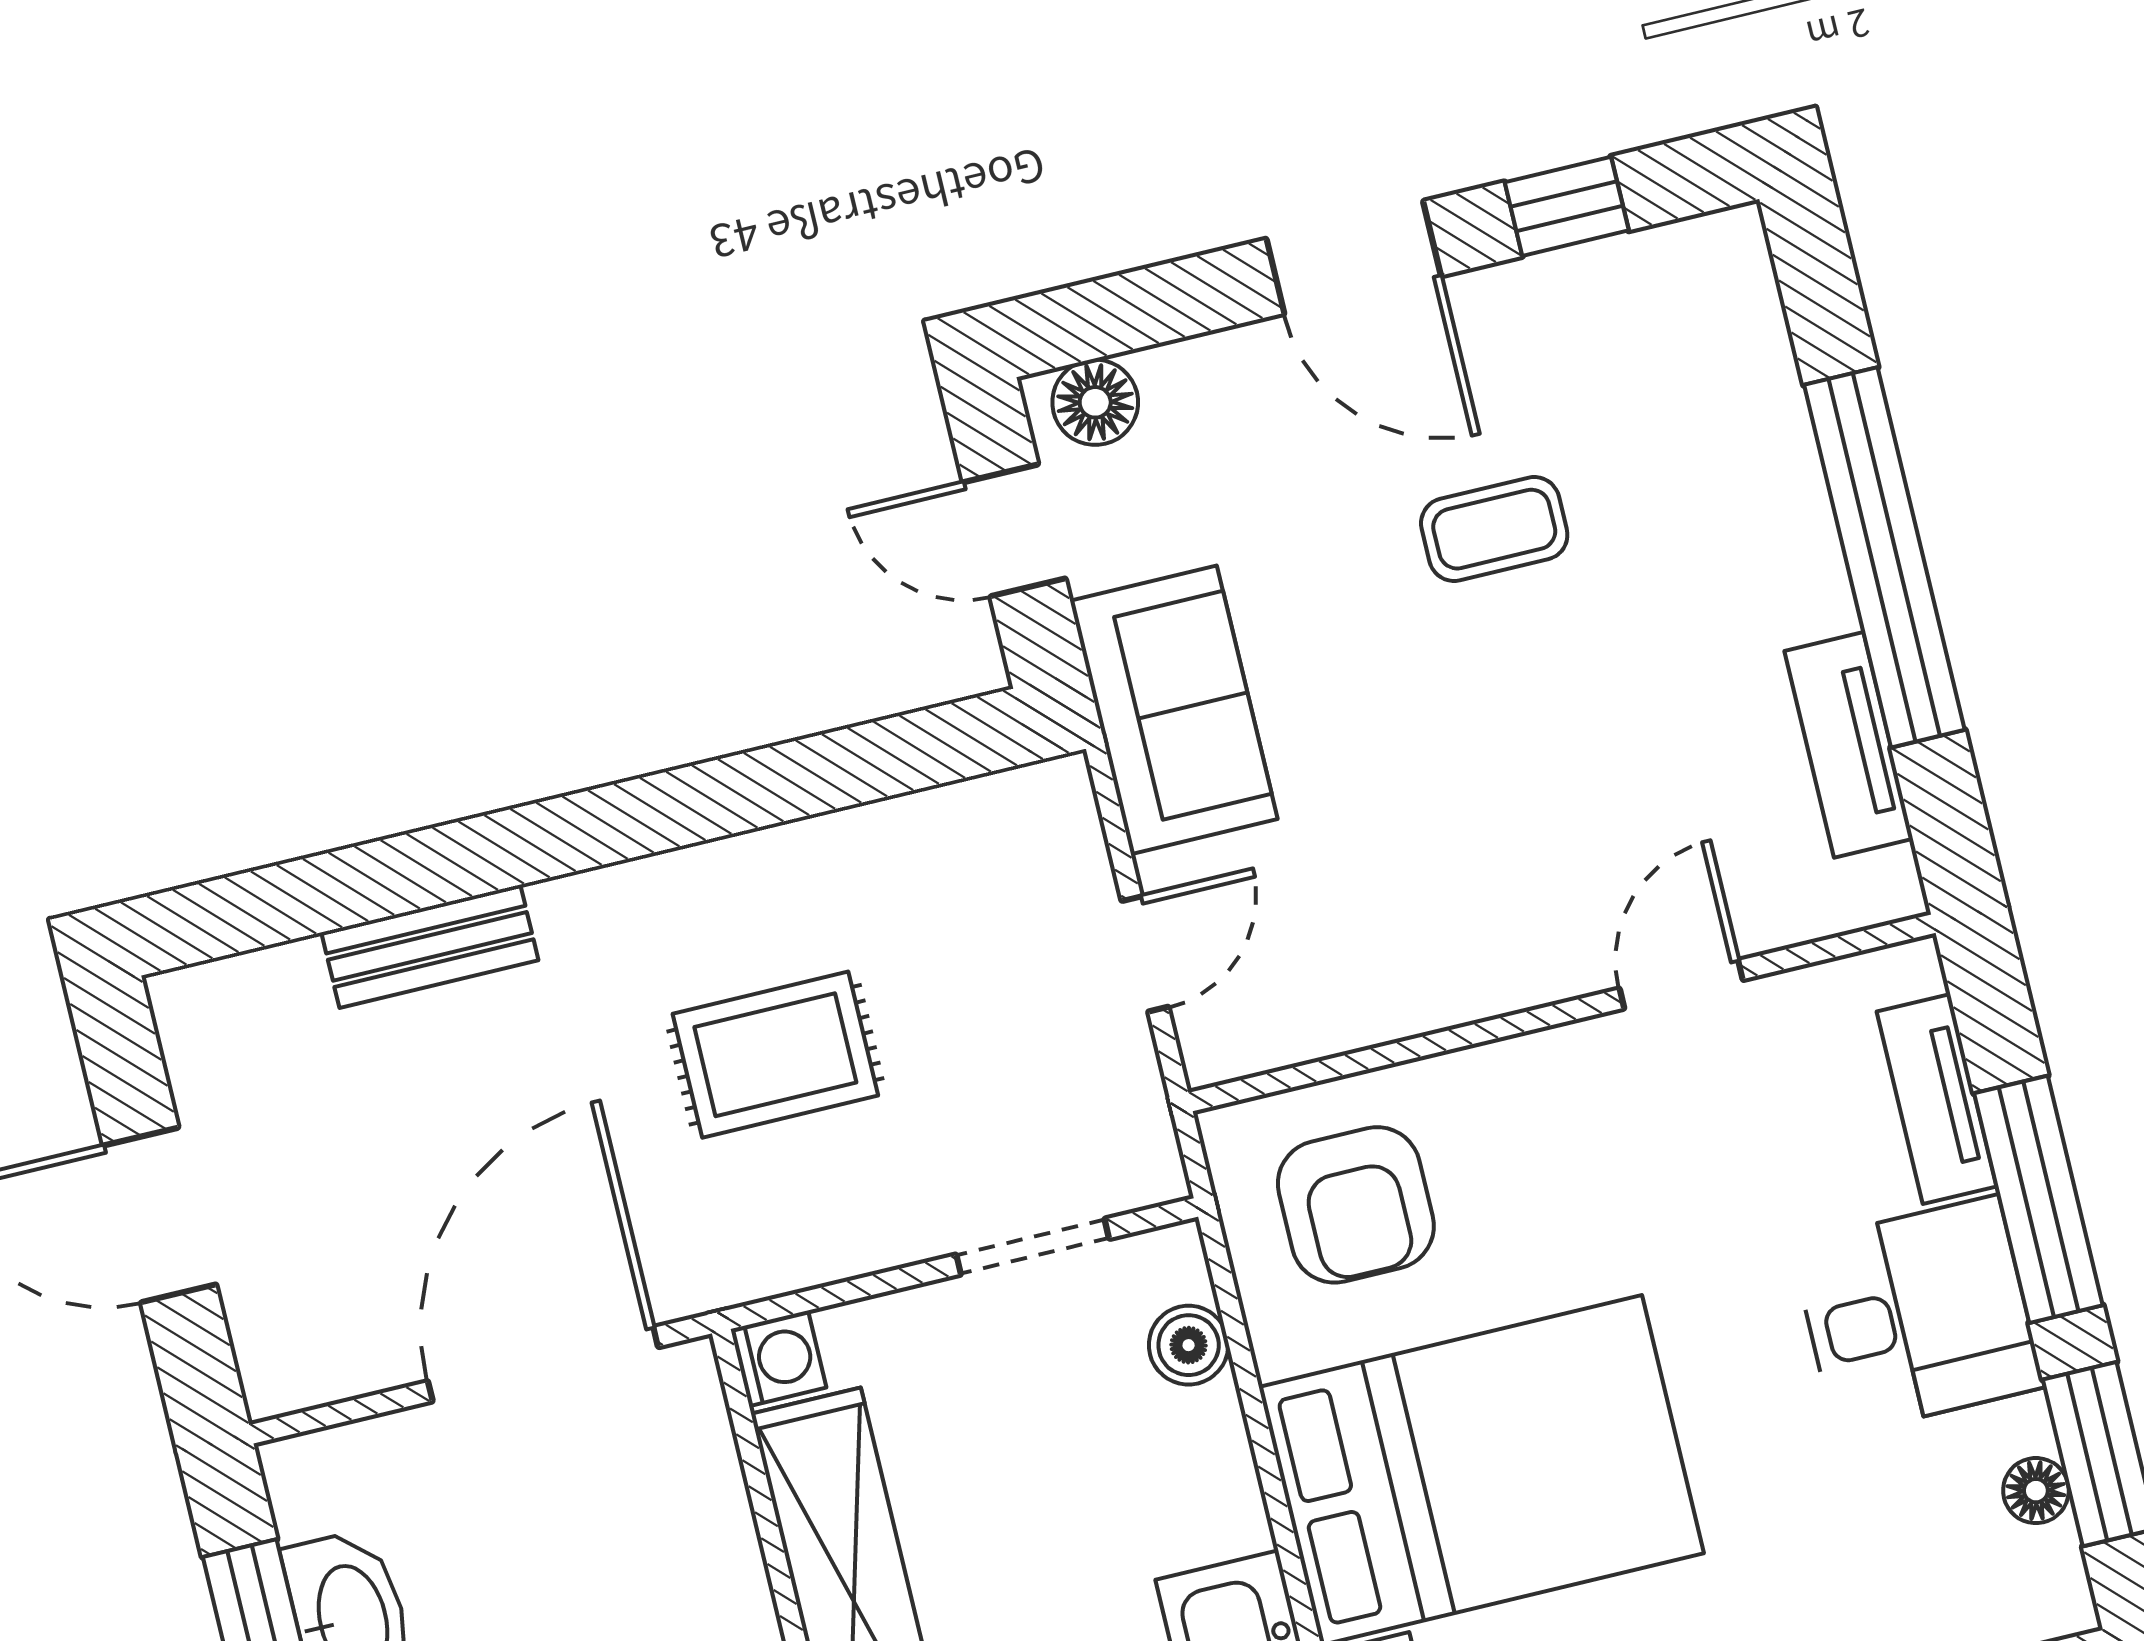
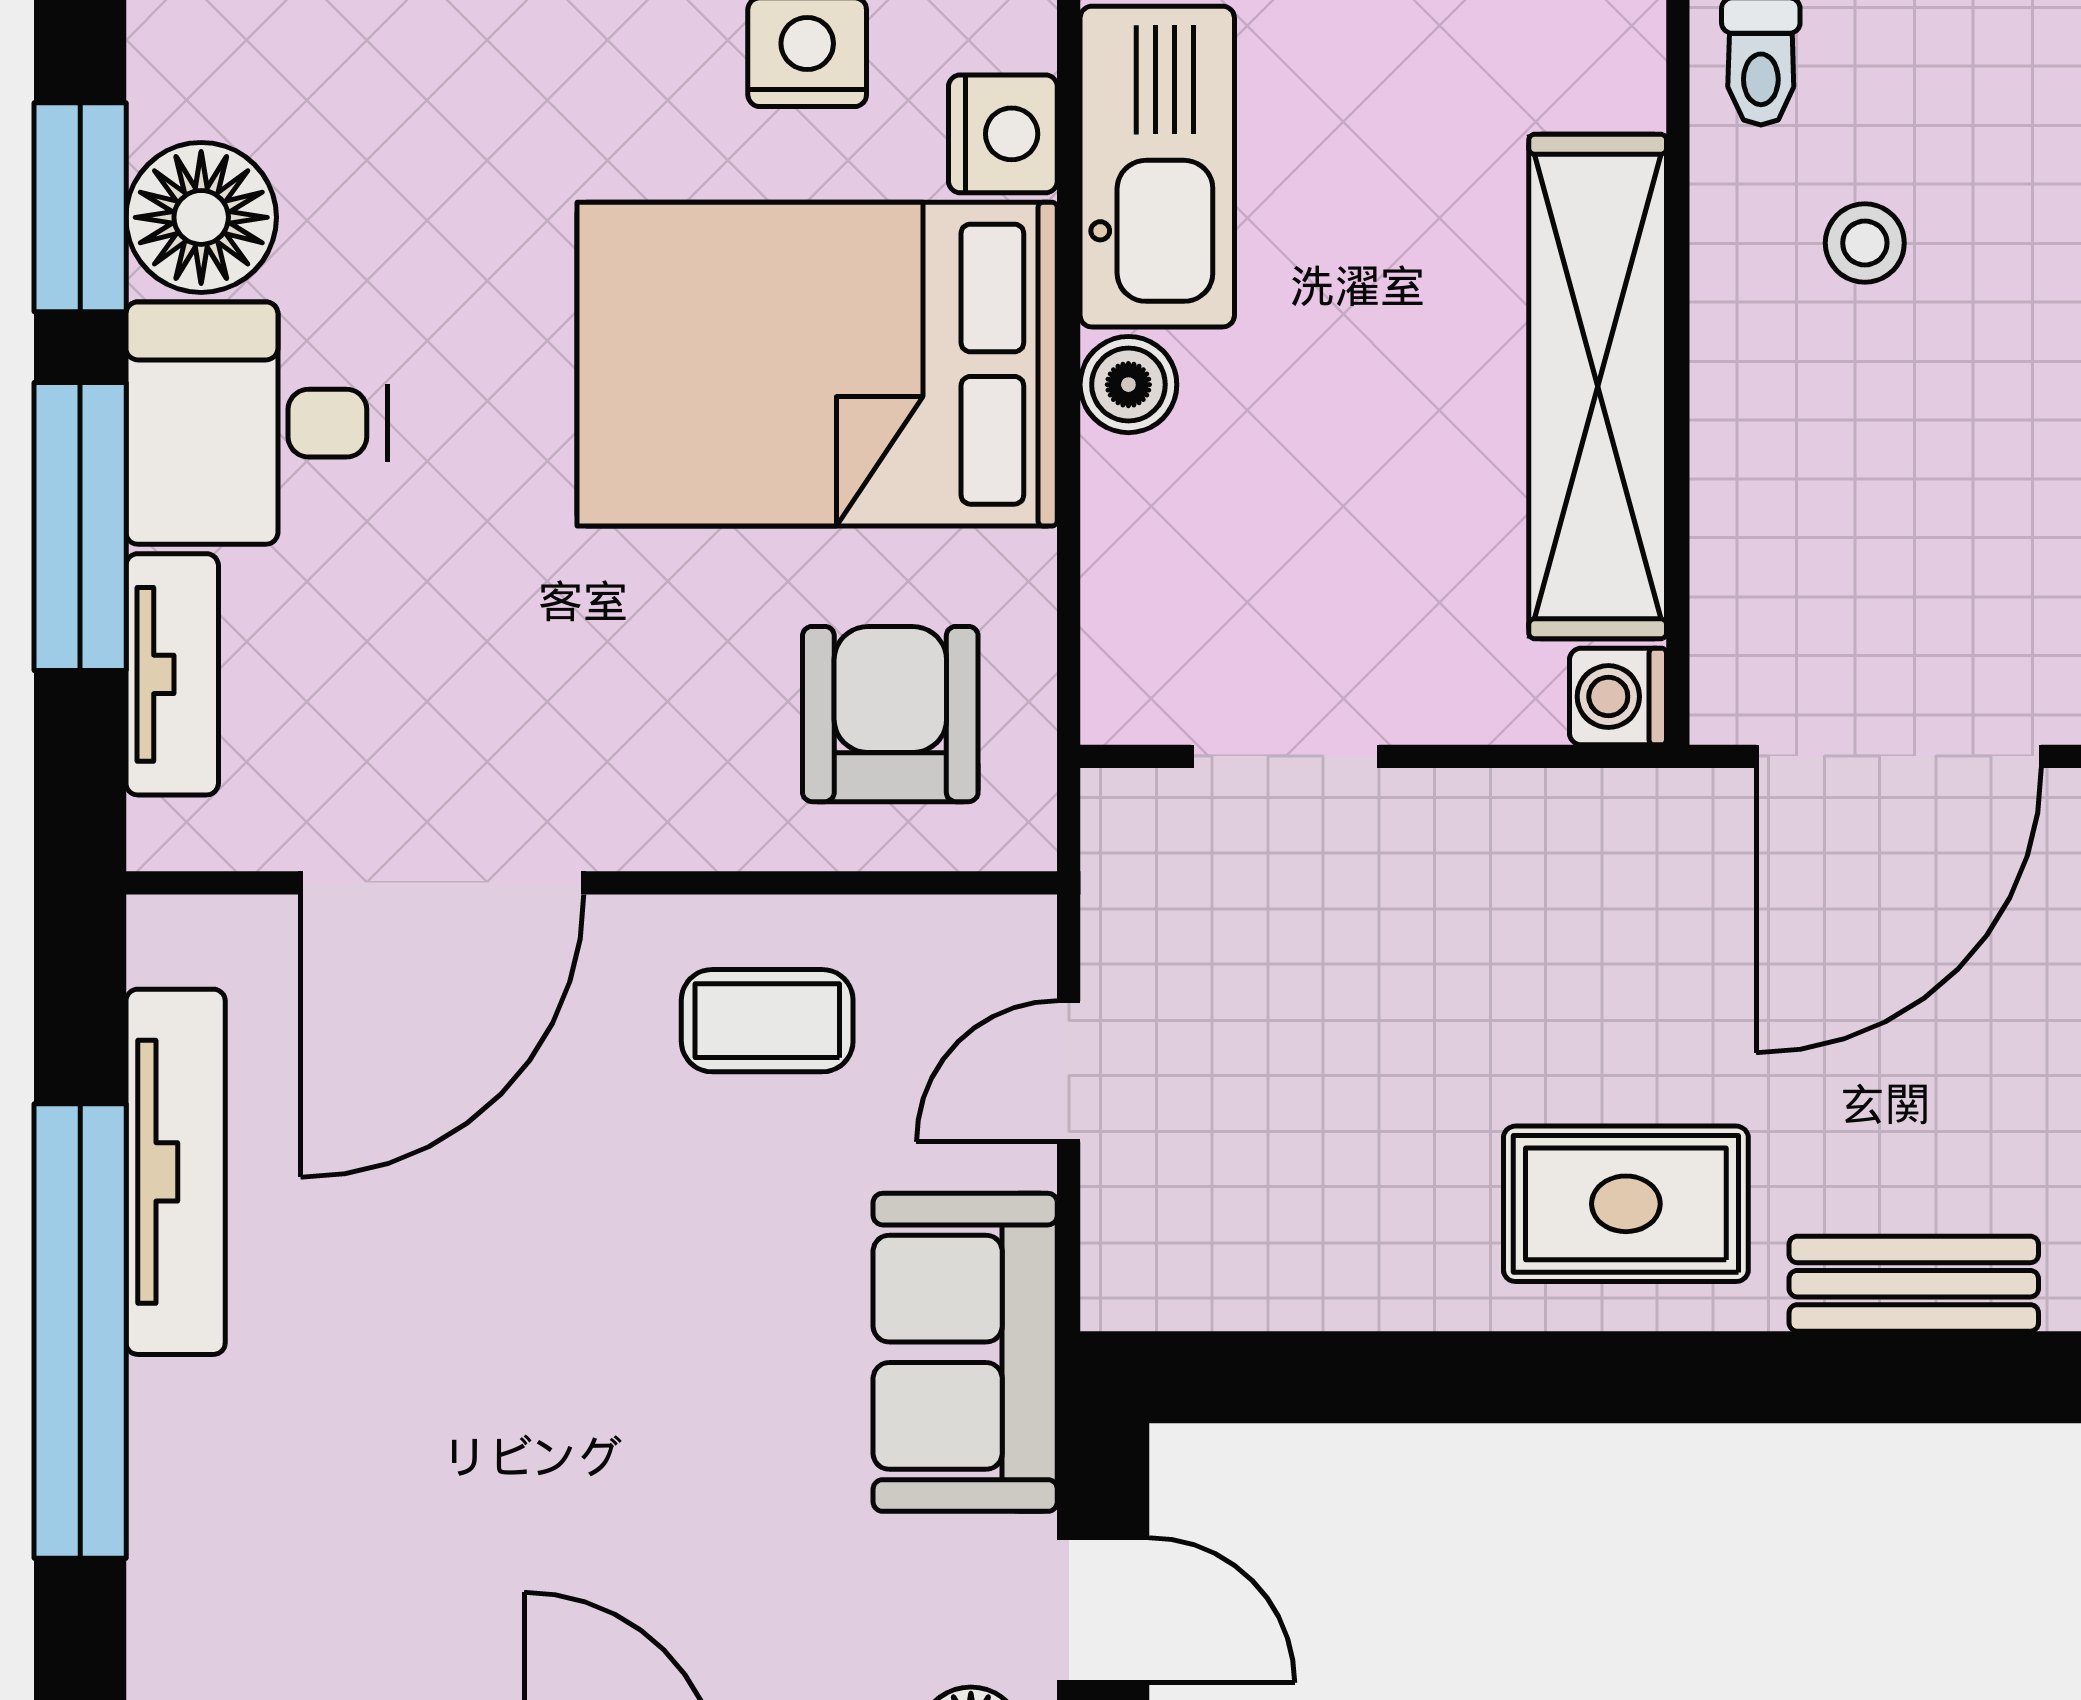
coffee table: (1494, 529) -> (767, 1021), moved
tv unit: (1849, 745) -> (176, 1172), width x1.41
door: (1681, 984) -> (442, 883), width x1.87
rug: (775, 1055) -> (1626, 1204), moved
boiler: (1189, 1345) -> (1128, 385), moved
floor lamp: (2036, 1491) -> (201, 217), width x1.89, depth x1.89

